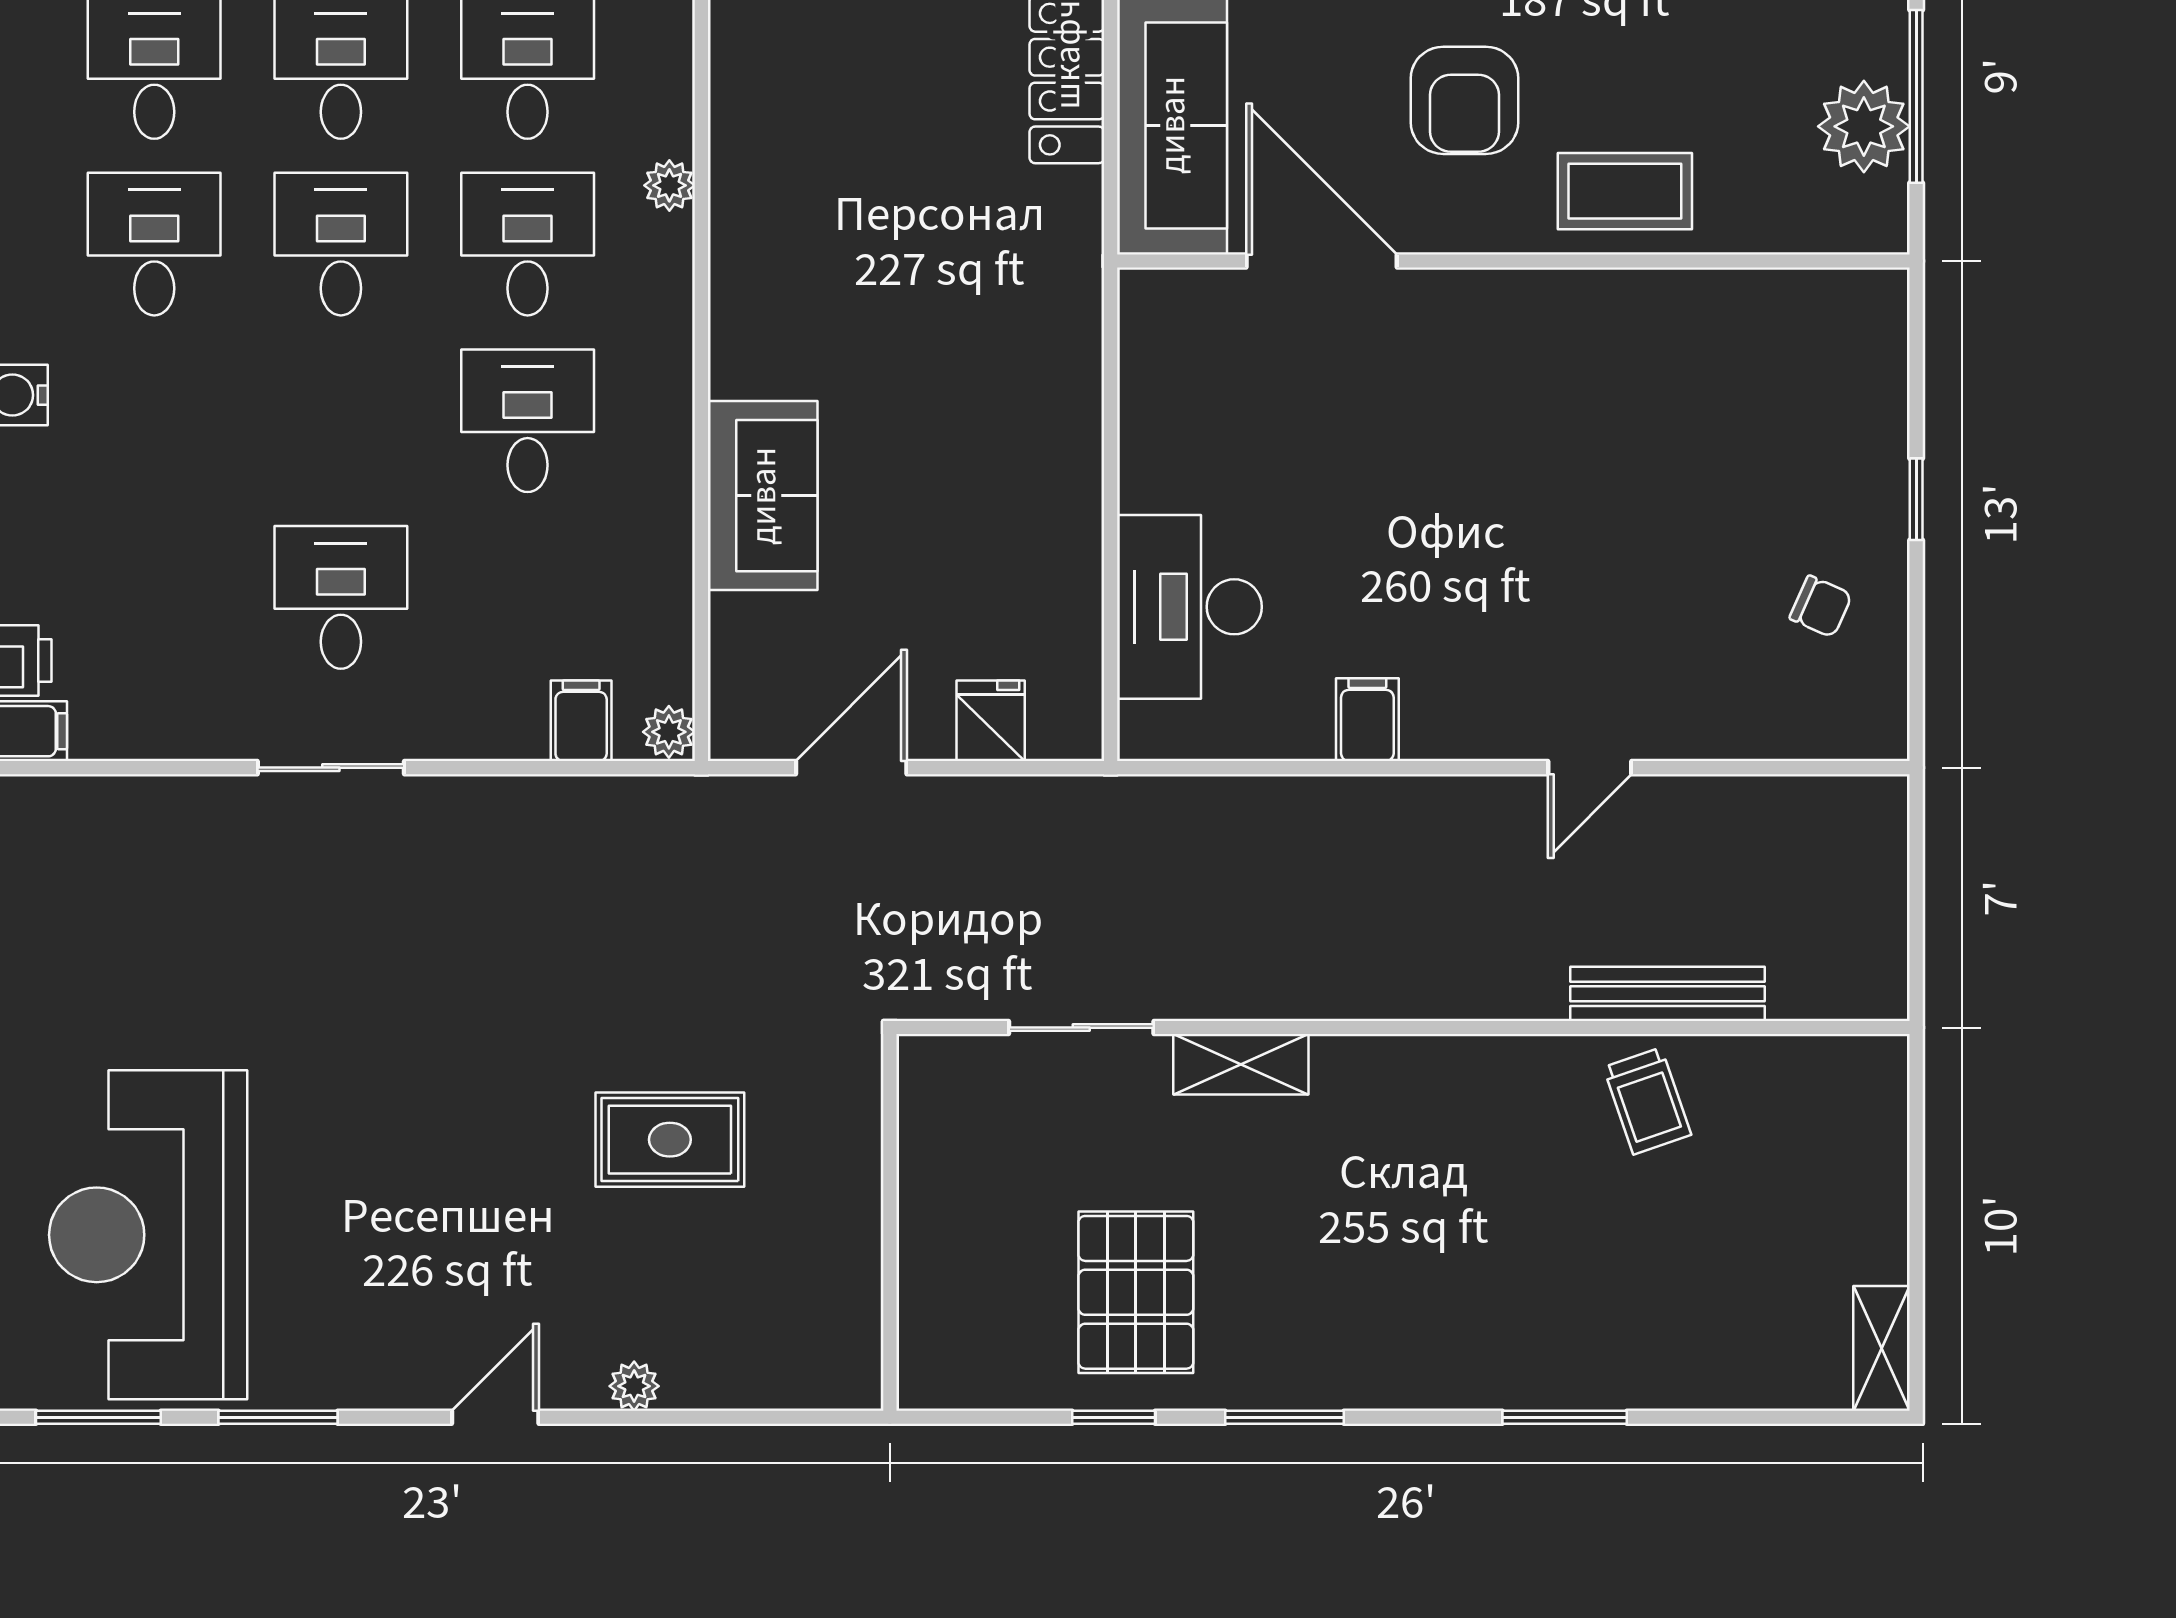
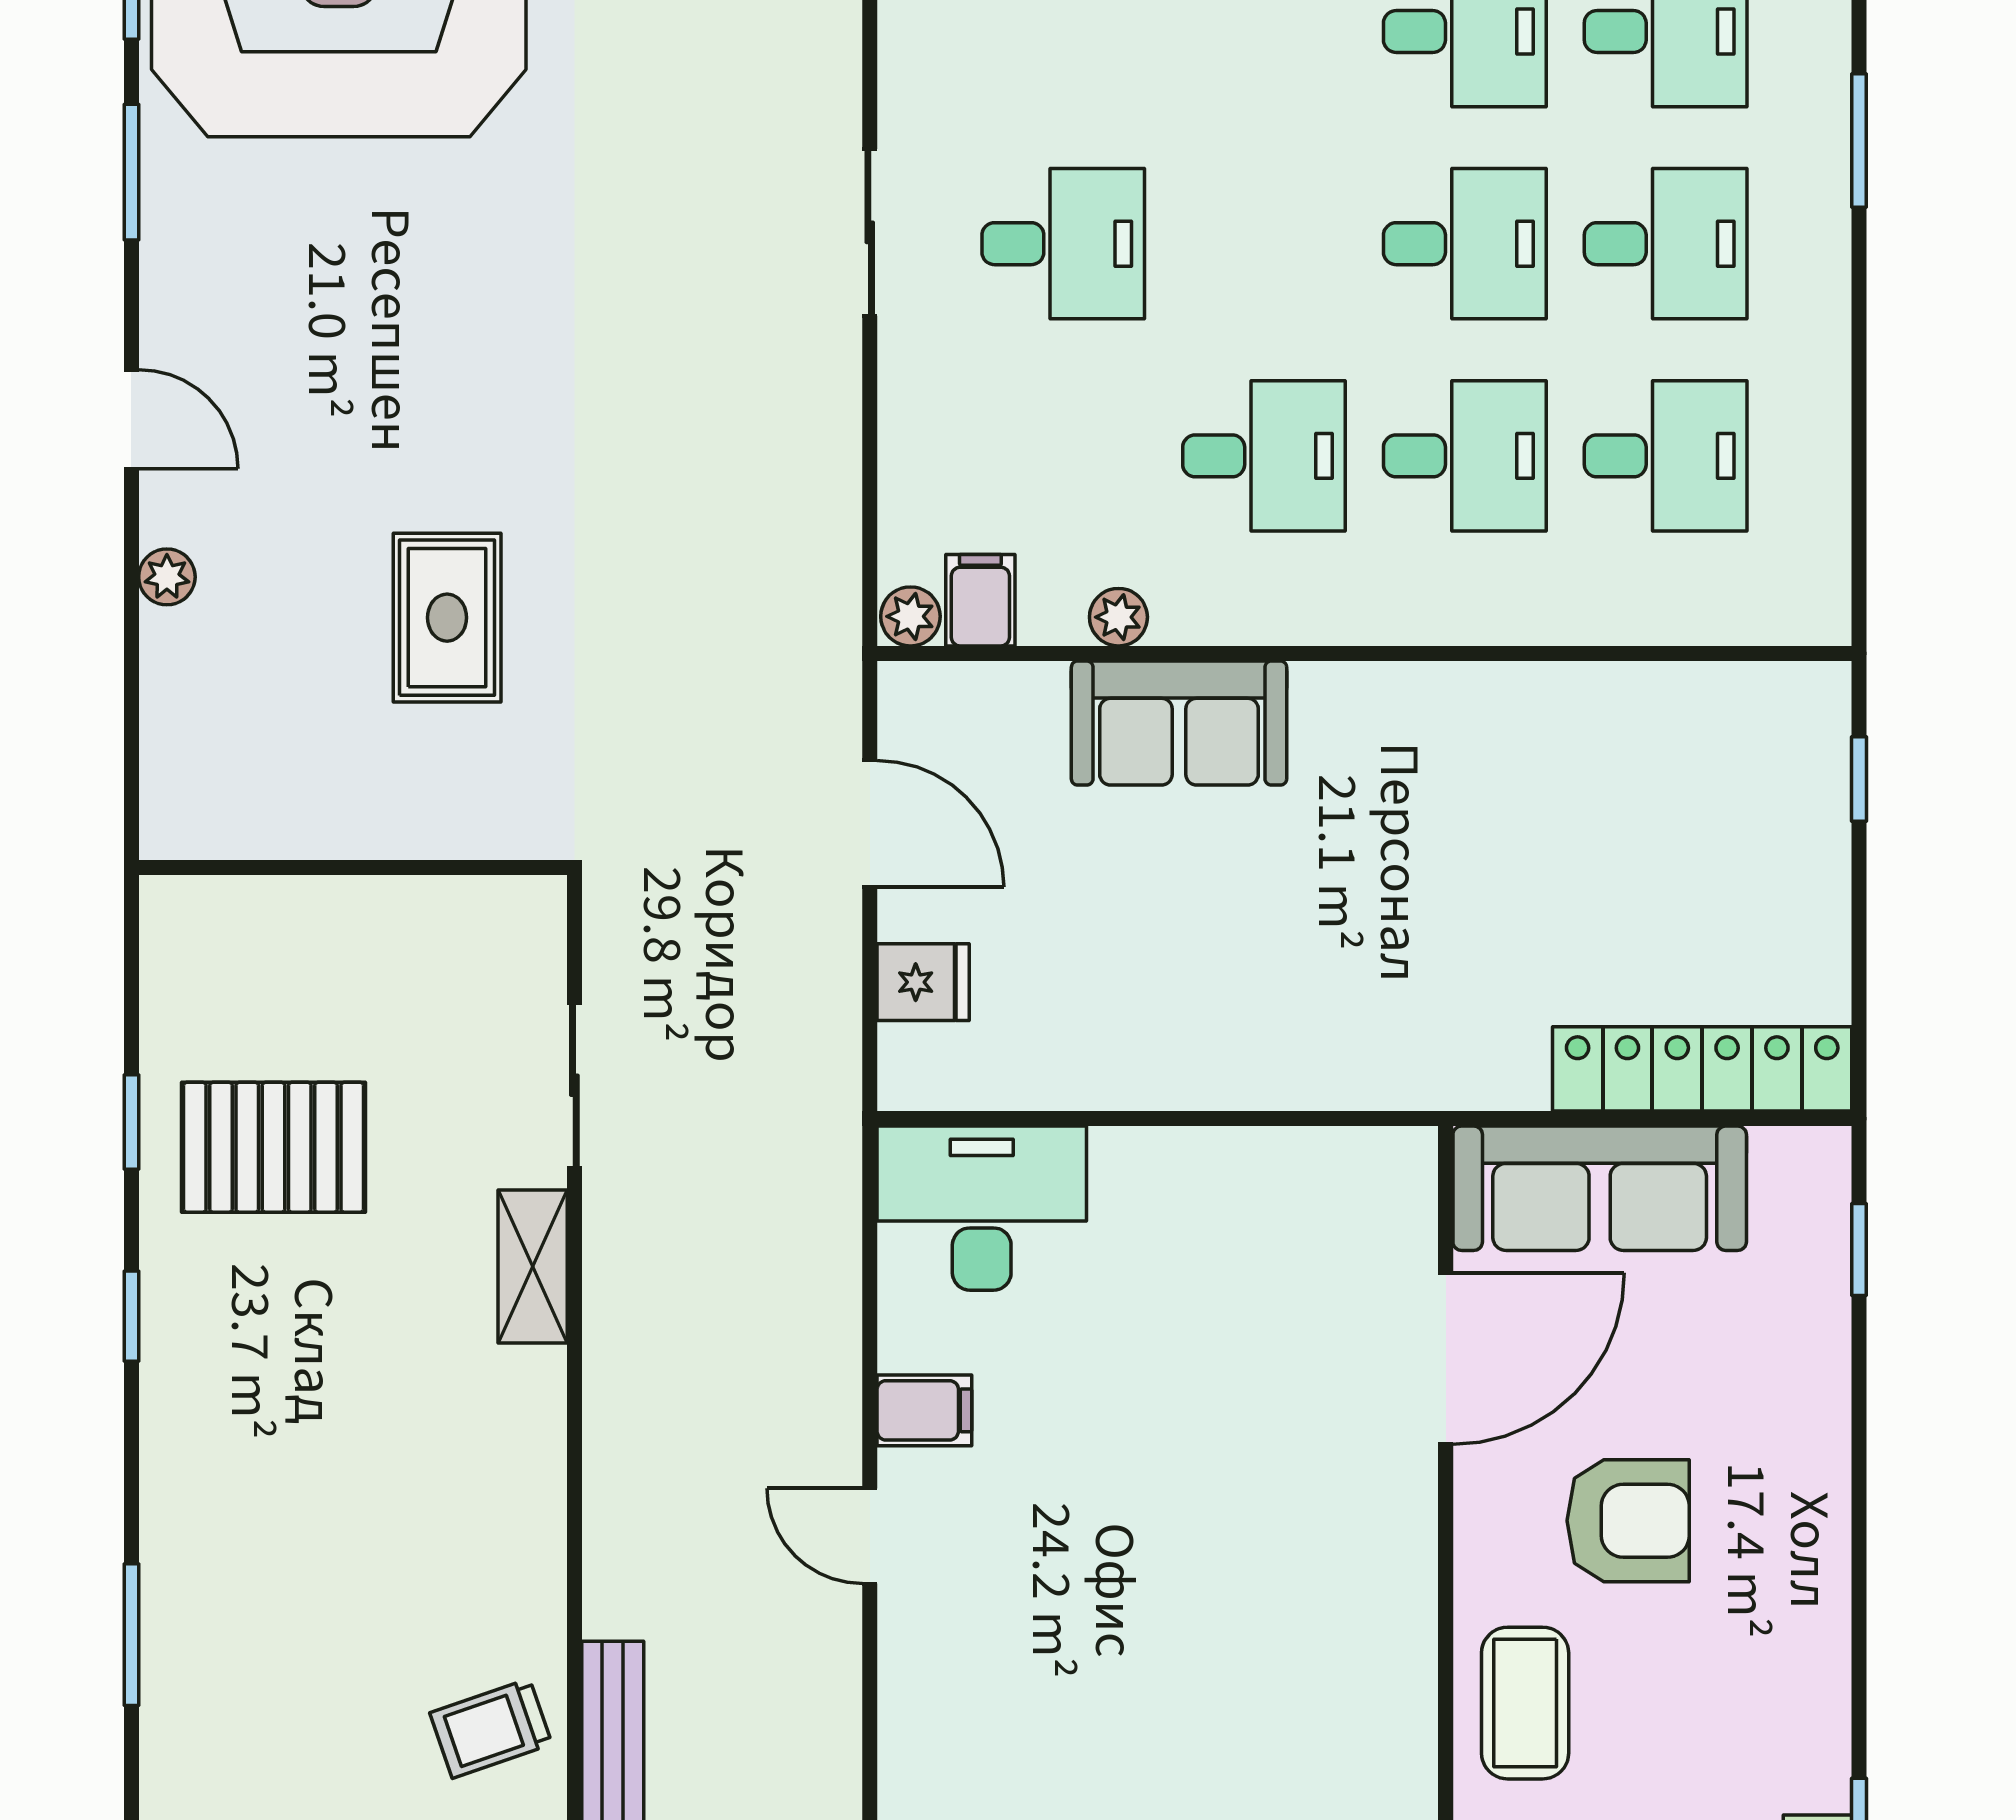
armchair: (1464, 100) -> (1628, 1521), turned 180
plant: (669, 185) -> (1118, 617), moved
desk: (1189, 607) -> (982, 1208), moved
filing cabinet: (581, 721) -> (980, 600), moved, turned -90
door: (1590, 768) -> (870, 1536), moved
window: (1284, 1417) -> (131, 1316), width x0.67

